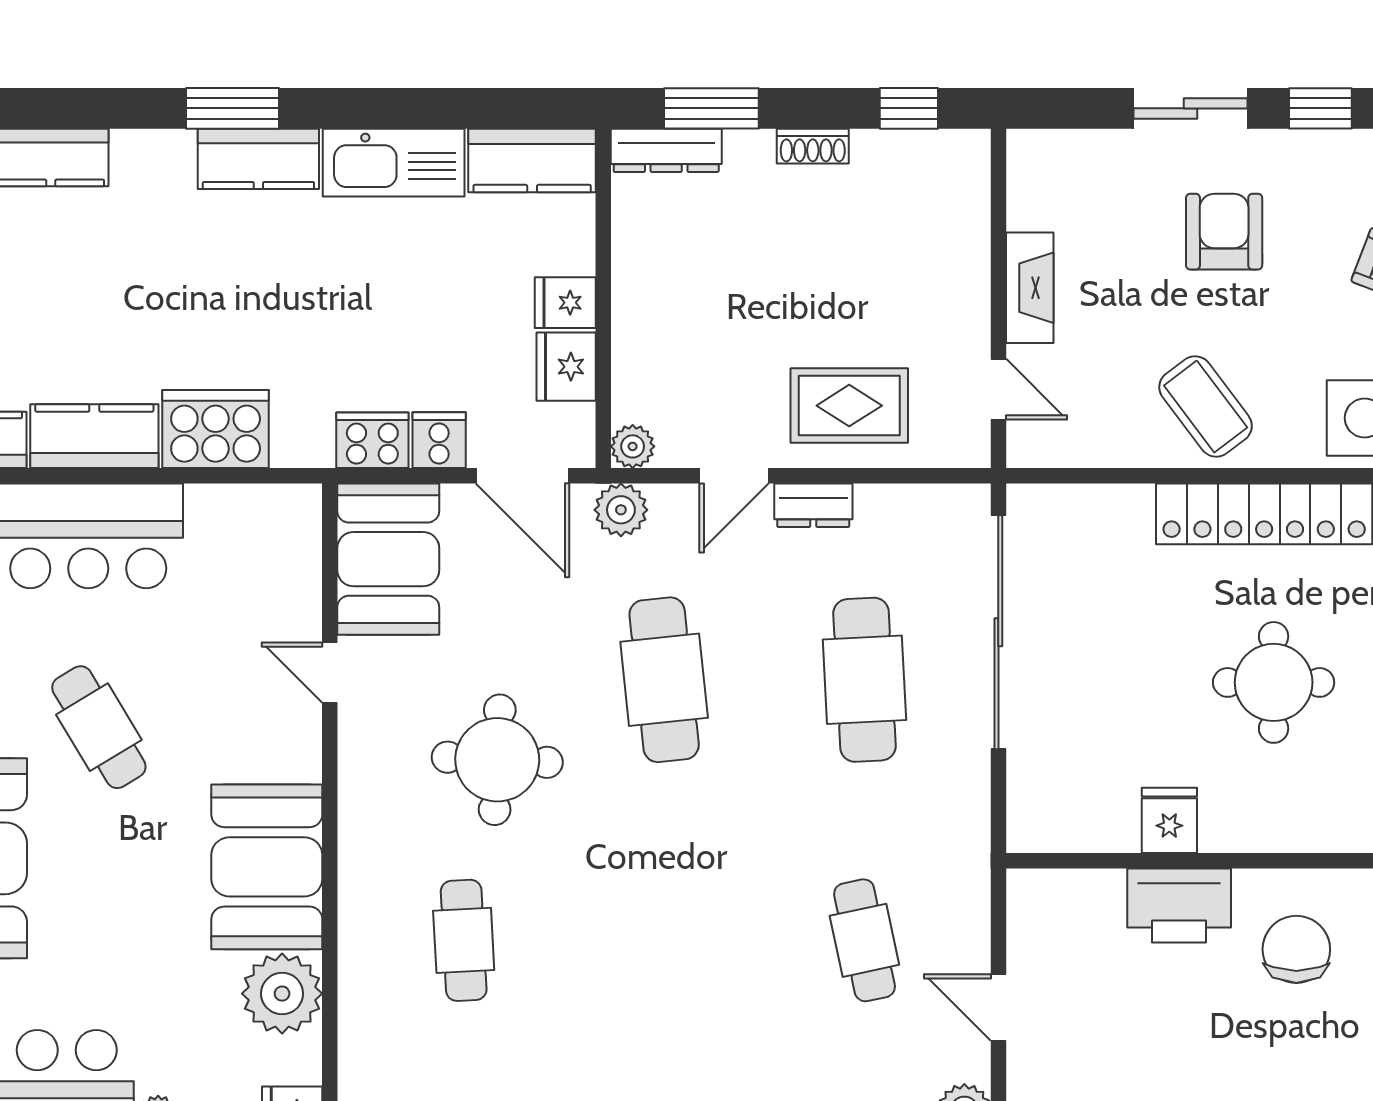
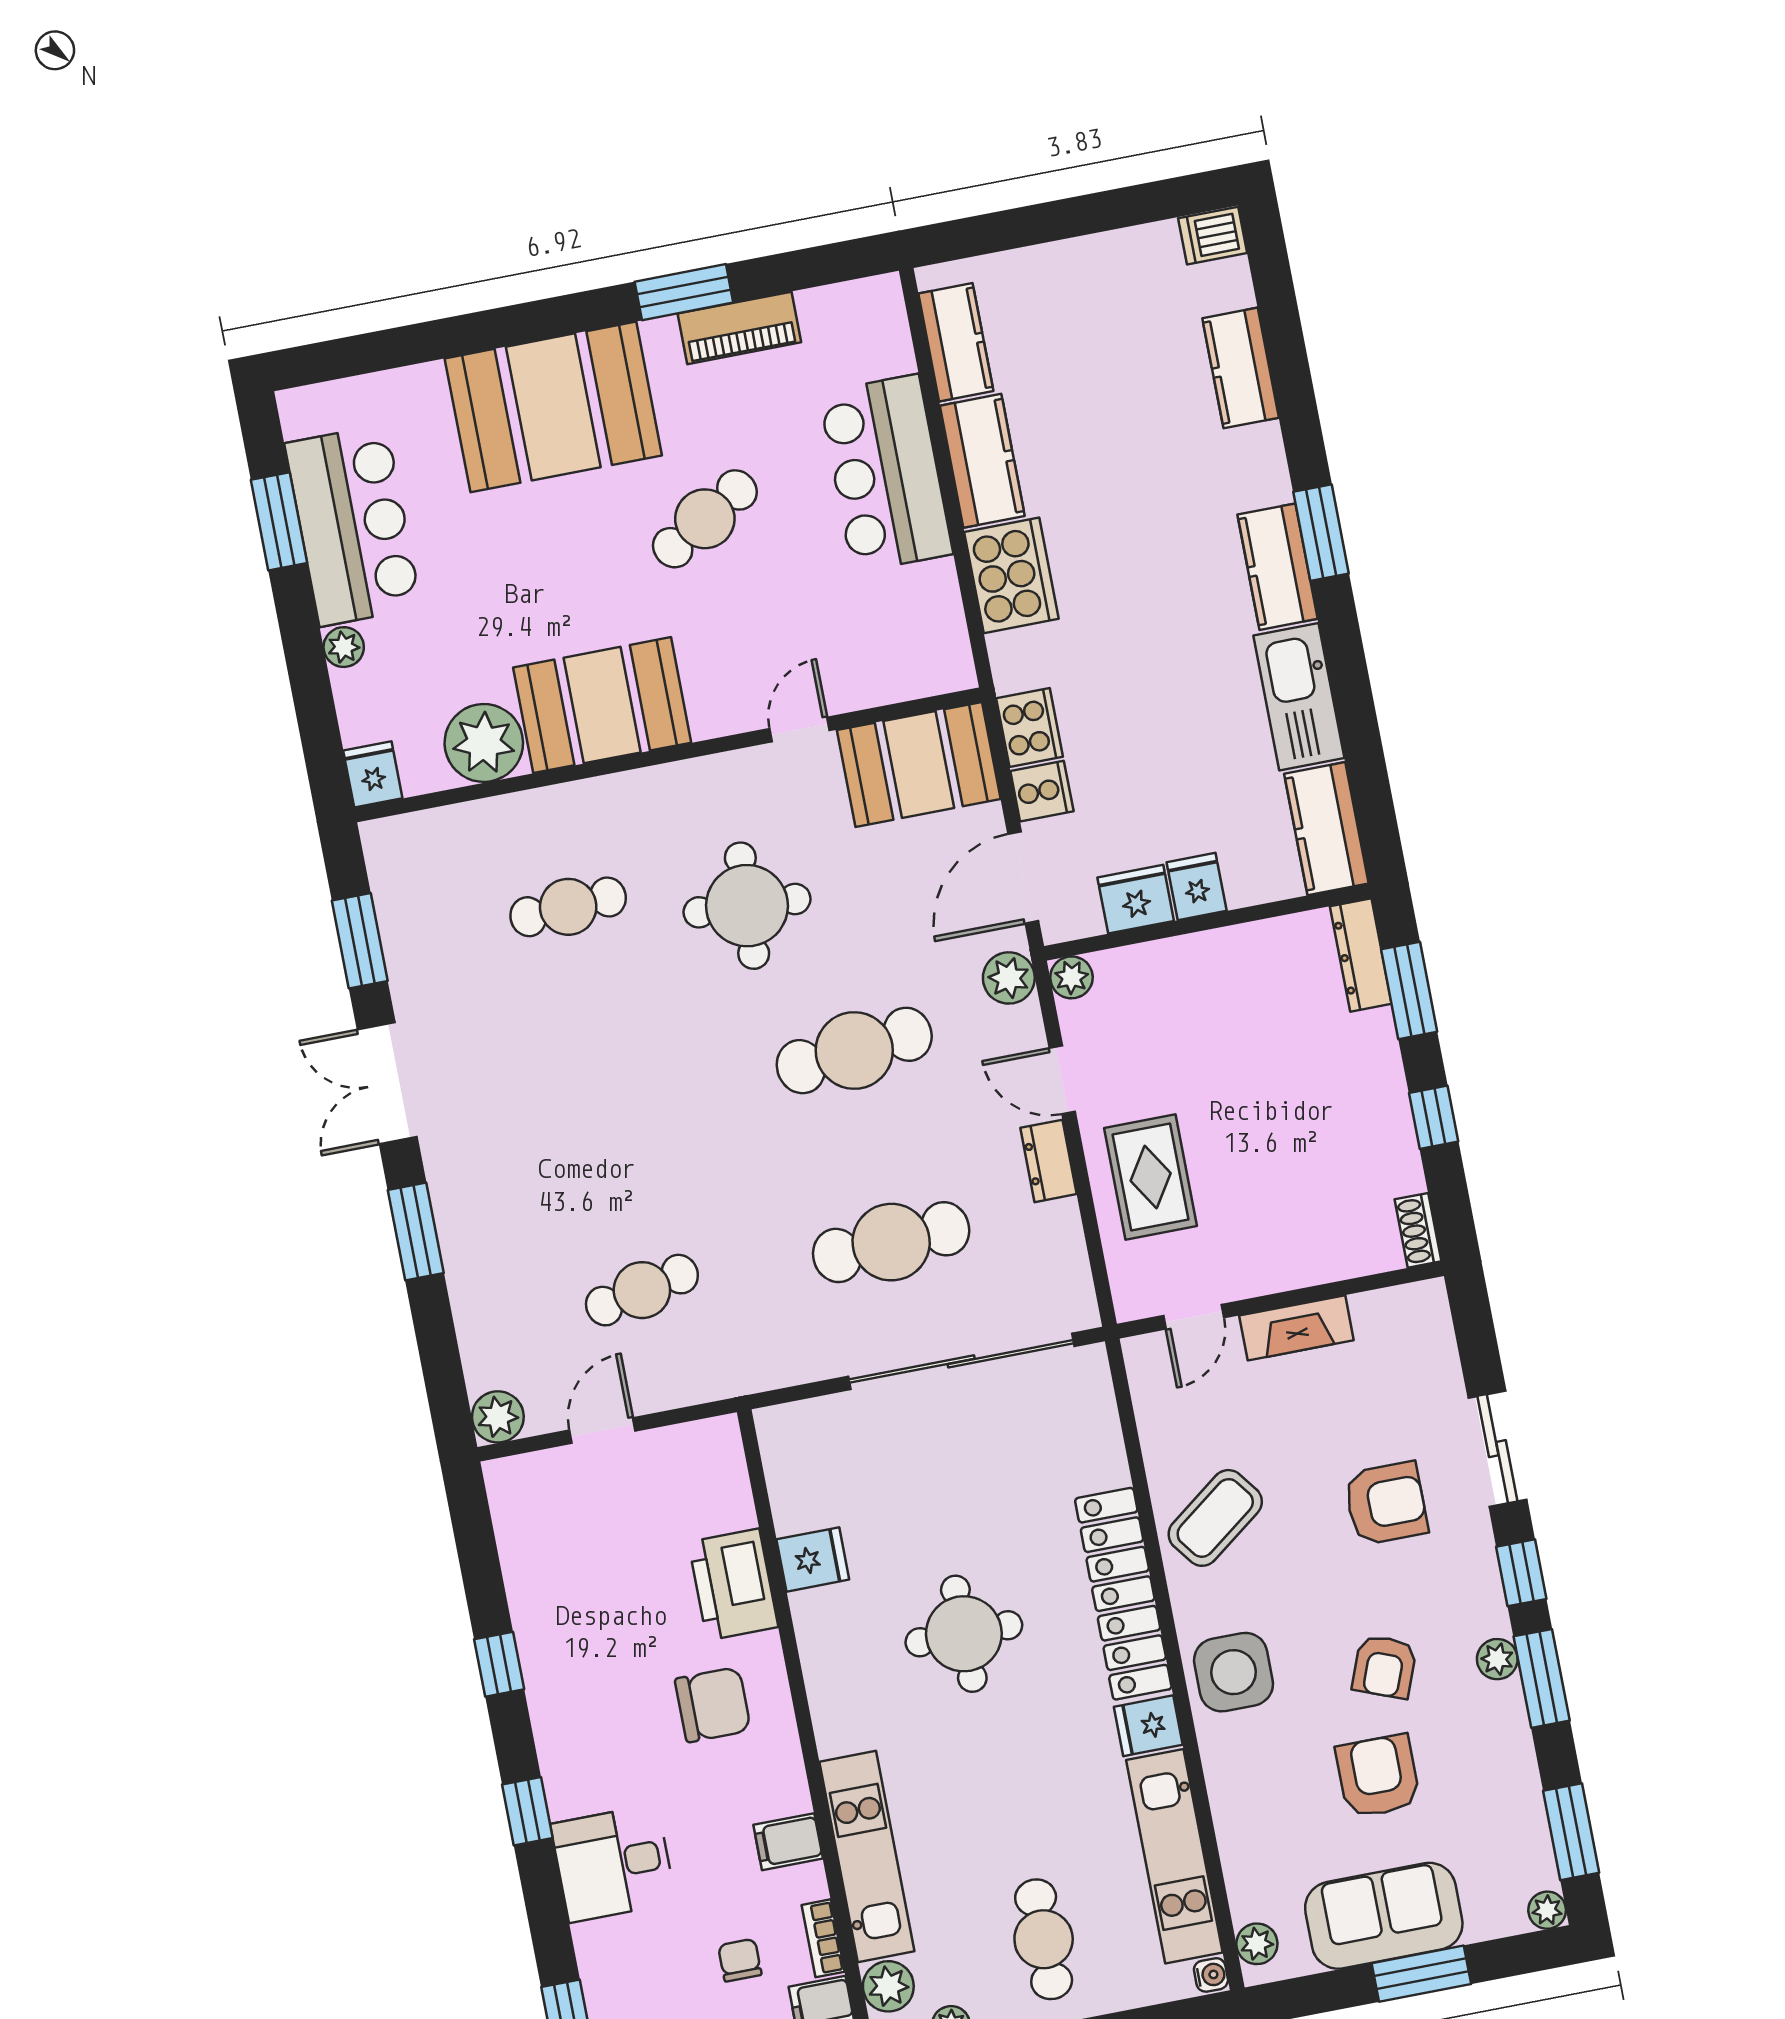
window: (909, 108) -> (1434, 1117), moved
shoe rack: (813, 146) -> (1418, 1230), moved

